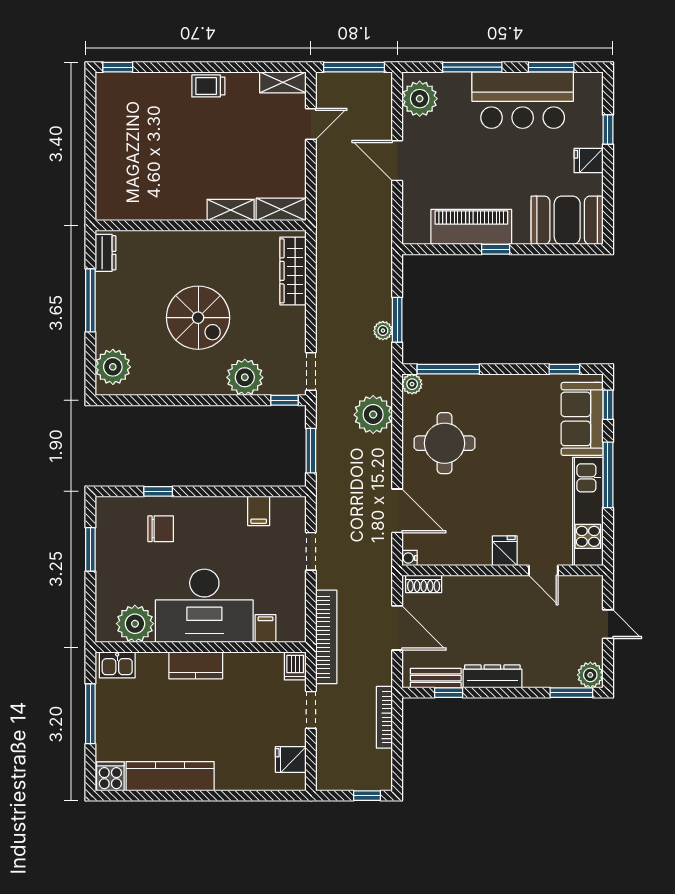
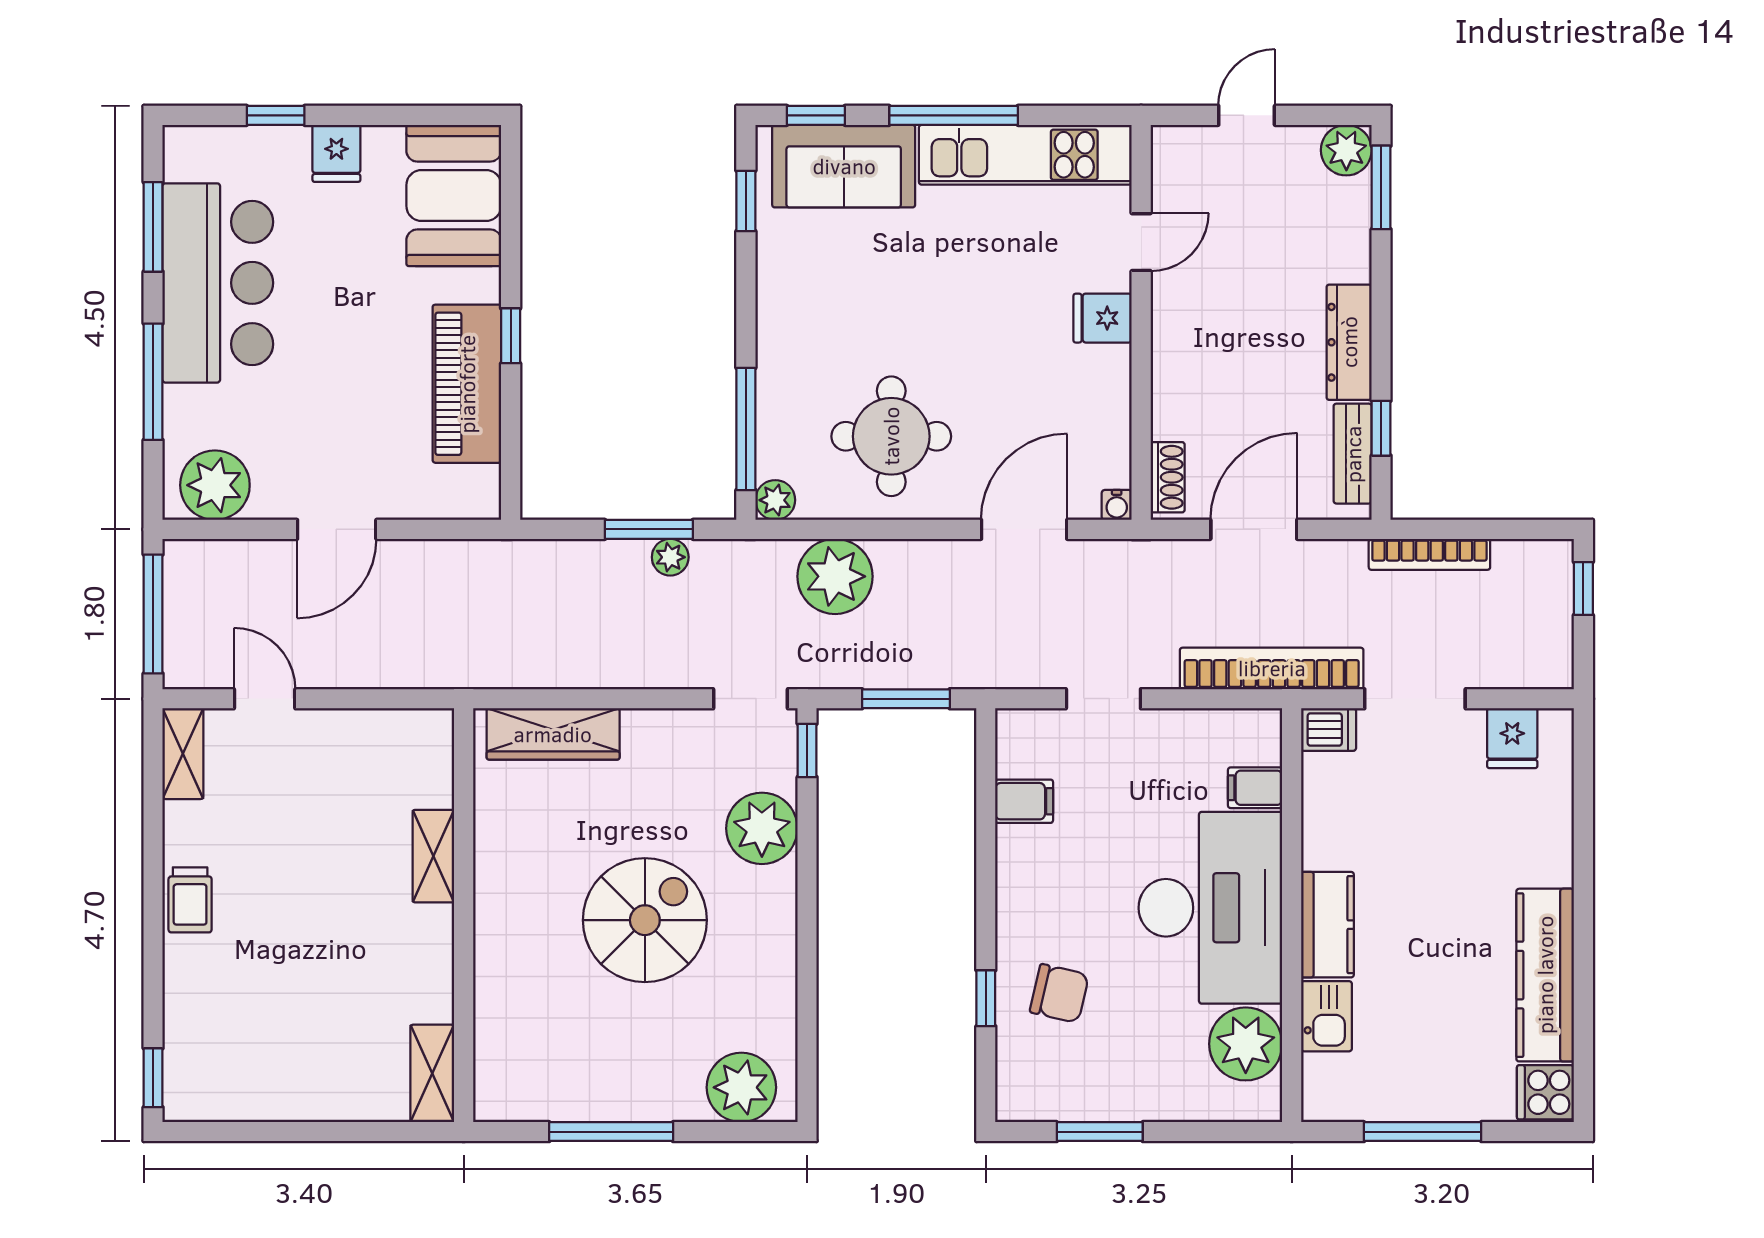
shelving: (281, 209) -> (432, 1073), moved
dresser: (106, 253) -> (518, 1102), removed
chair: (161, 529) -> (1059, 993), turned 103
kitchen sink: (117, 665) -> (1326, 1016), moved
doorway: (311, 710) -> (1415, 699), width x1.38

